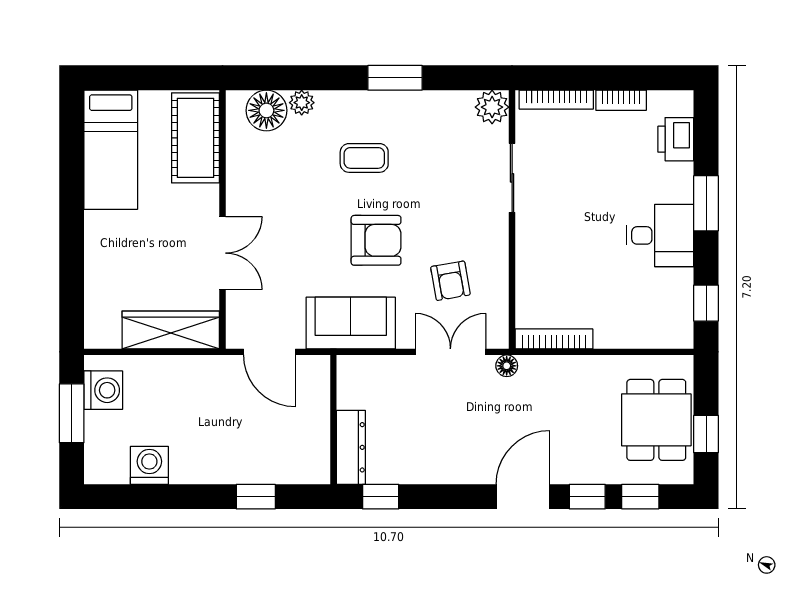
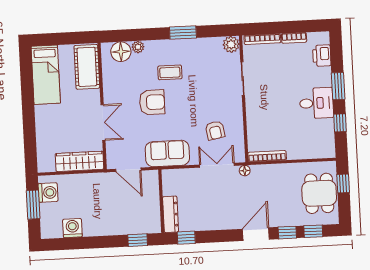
armchair: (376, 240) -> (152, 102), moved
window: (706, 303) -> (340, 123), moved
window: (706, 434) -> (343, 184), moved
window: (256, 497) -> (138, 240), moved

